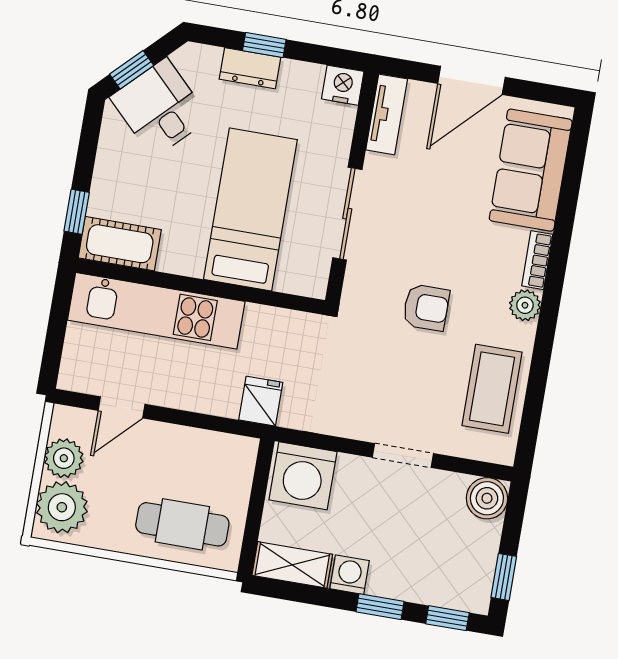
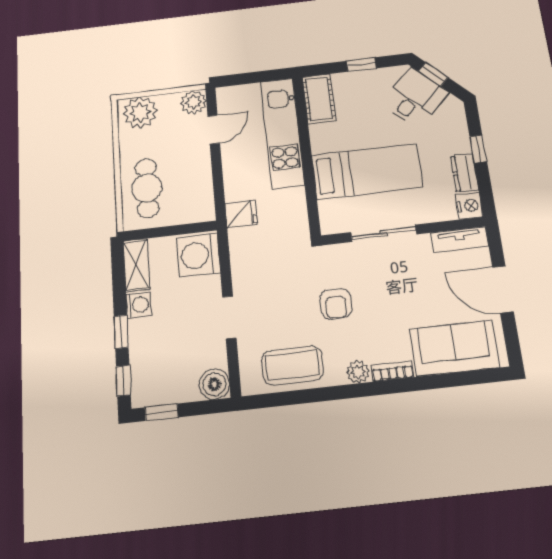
dresser: (250, 68) -> (465, 173), moved
window: (77, 212) -> (361, 65), moved
door: (122, 407) -> (214, 130), swing flipped
plant: (64, 458) -> (194, 102), moved

